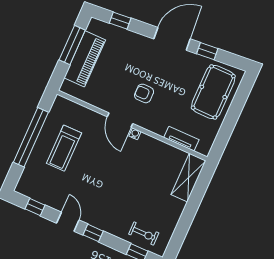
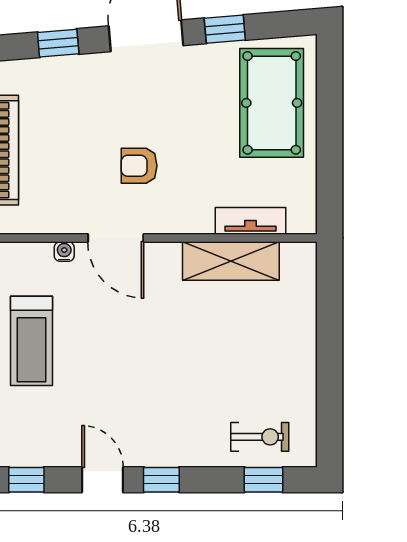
window: (120, 21) -> (58, 43), moved
water cooler: (135, 134) -> (64, 252), moved
shelving: (189, 178) -> (231, 261), moved, turned 90

